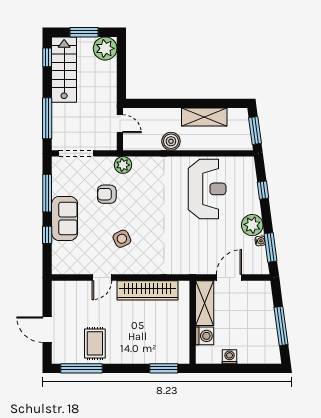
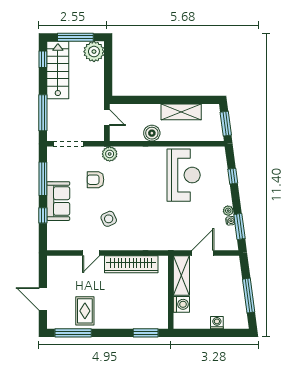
window: (84, 32) -> (75, 37), width x1.44
plant: (252, 225) -> (228, 211), width x0.53, depth x0.53
washing machine: (230, 357) -> (217, 323), moved

